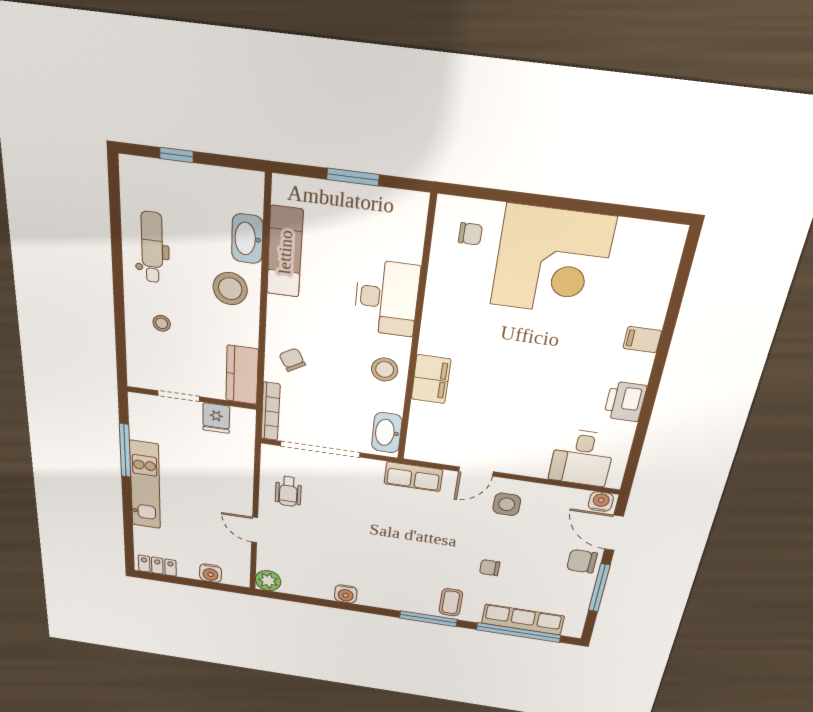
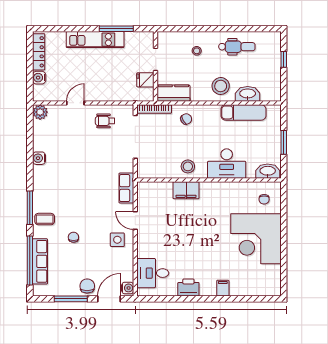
washbasin: (387, 433) -> (268, 171), moved
locker: (157, 566) -> (39, 52), width x1.53

